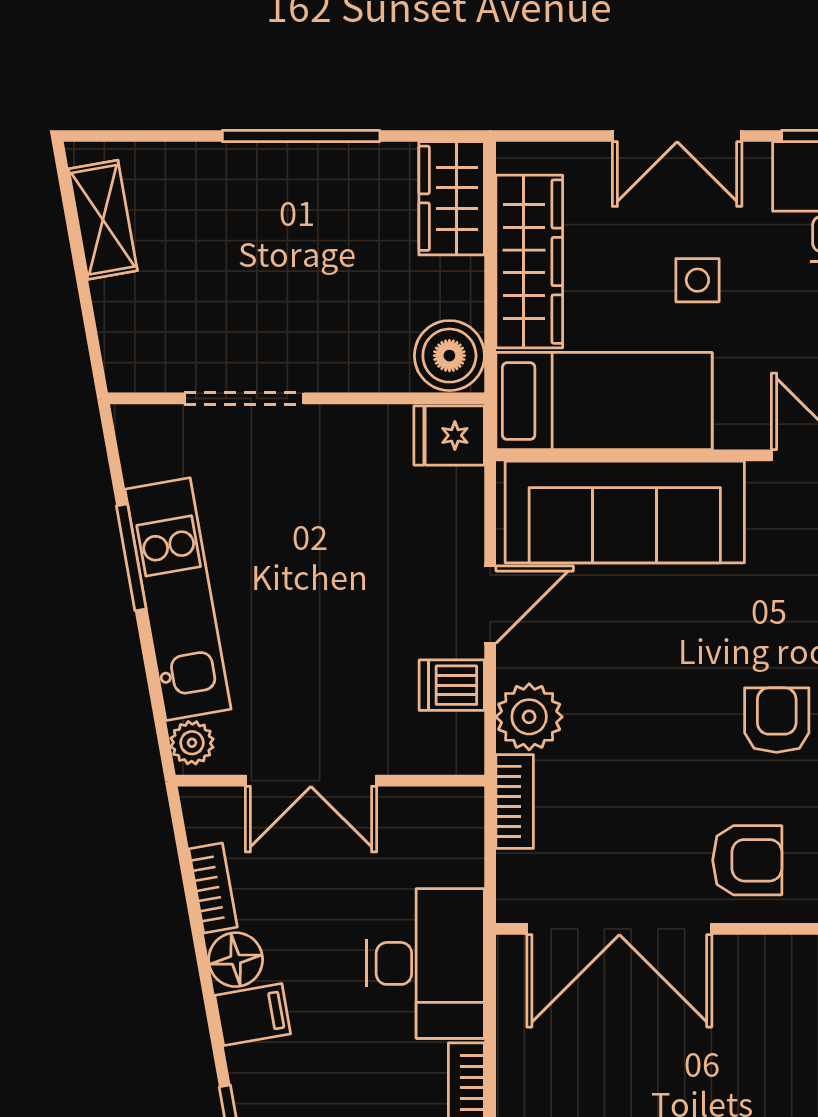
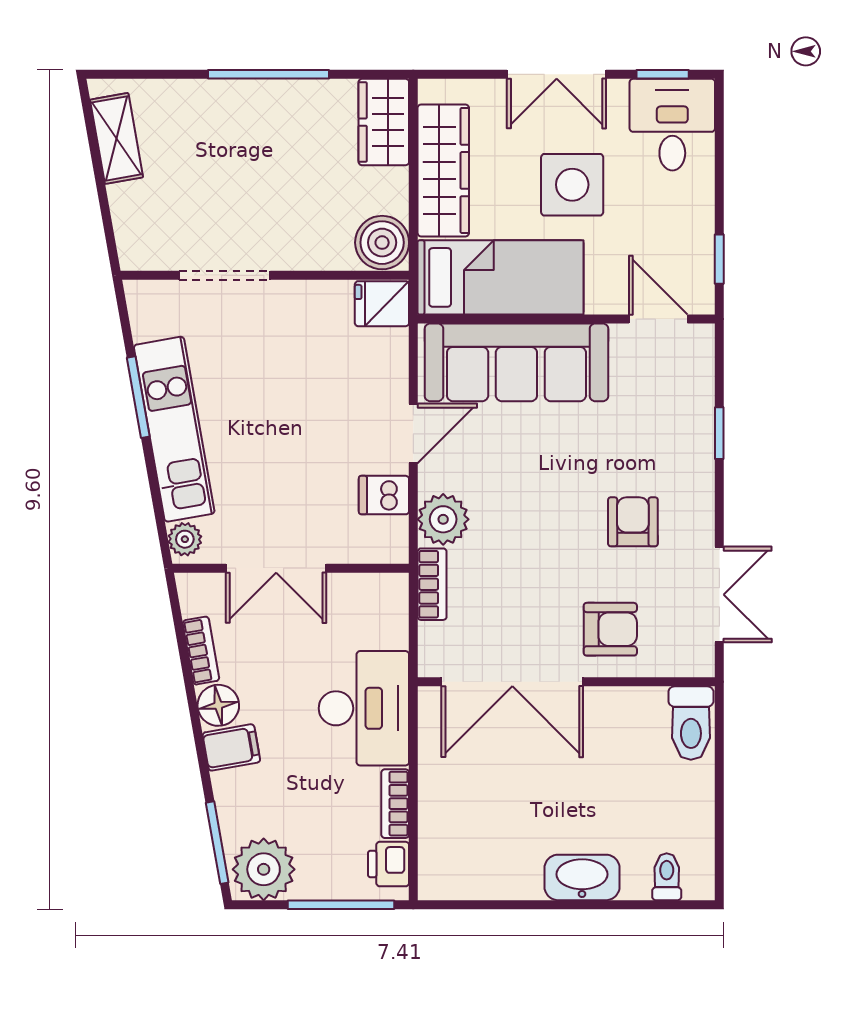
side table: (697, 280) -> (572, 185), width x1.87, depth x1.87

